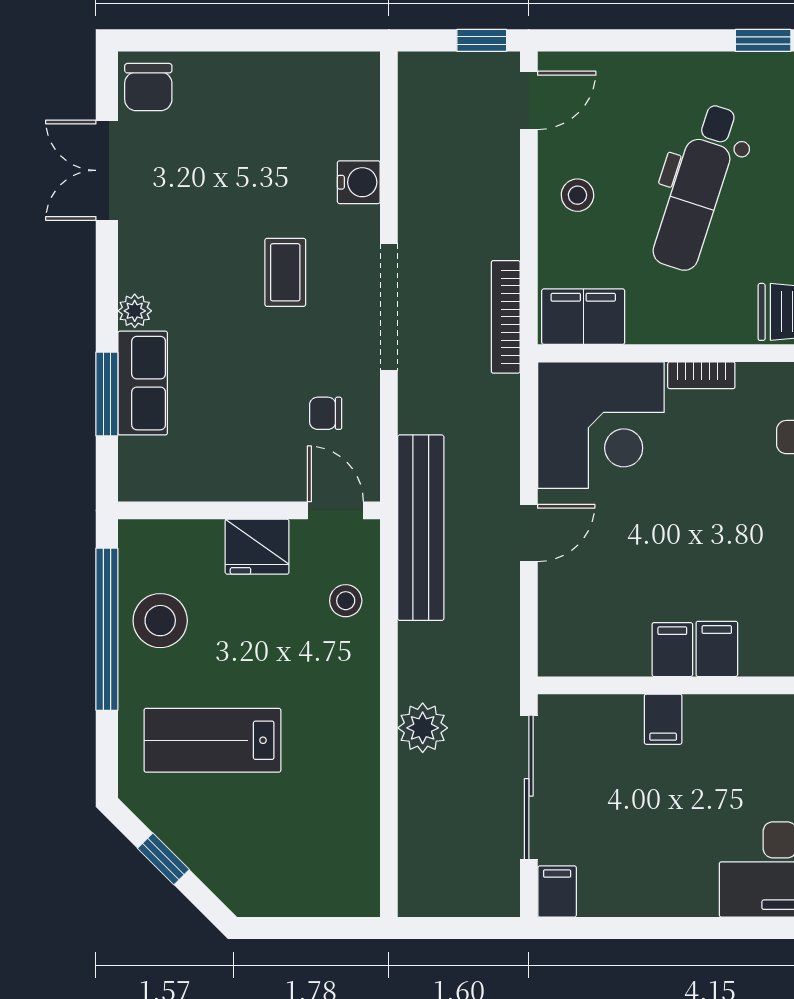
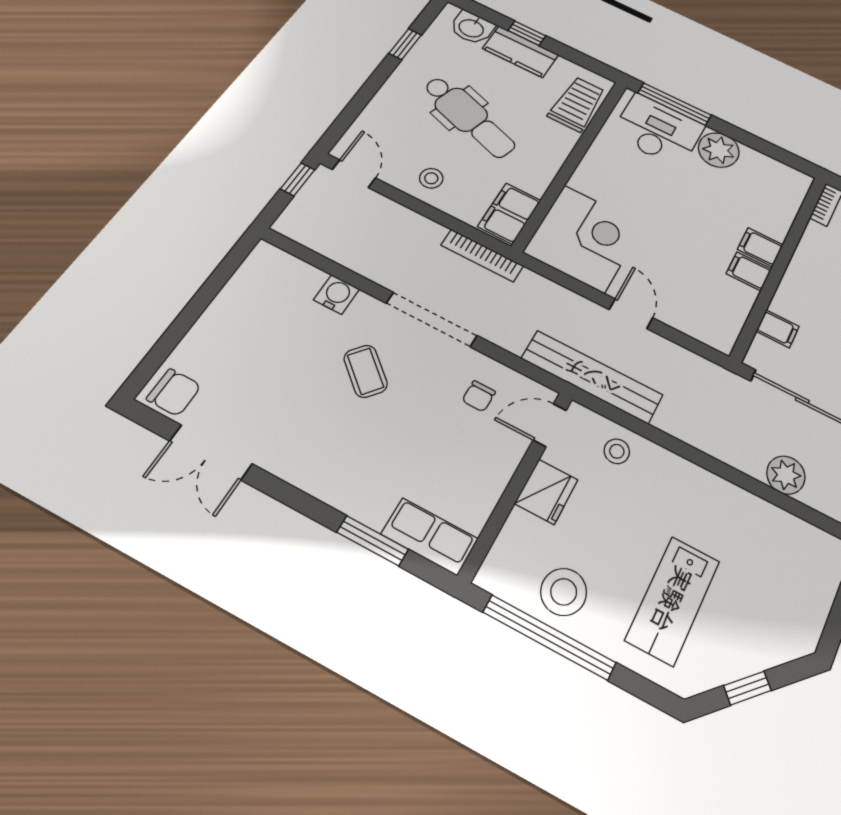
coffee table: (285, 272) -> (366, 371), turned 40
plant: (135, 311) -> (325, 487), removed
bookcase: (701, 375) -> (584, 171), removed
row of seats: (143, 383) -> (430, 536), moved
filing cabinet: (663, 719) -> (778, 329), moved
plant: (423, 728) -> (786, 475), moved

